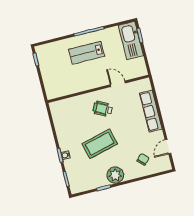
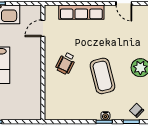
door: (118, 84) -> (43, 28), moved
chair: (143, 159) -> (137, 110), moved

